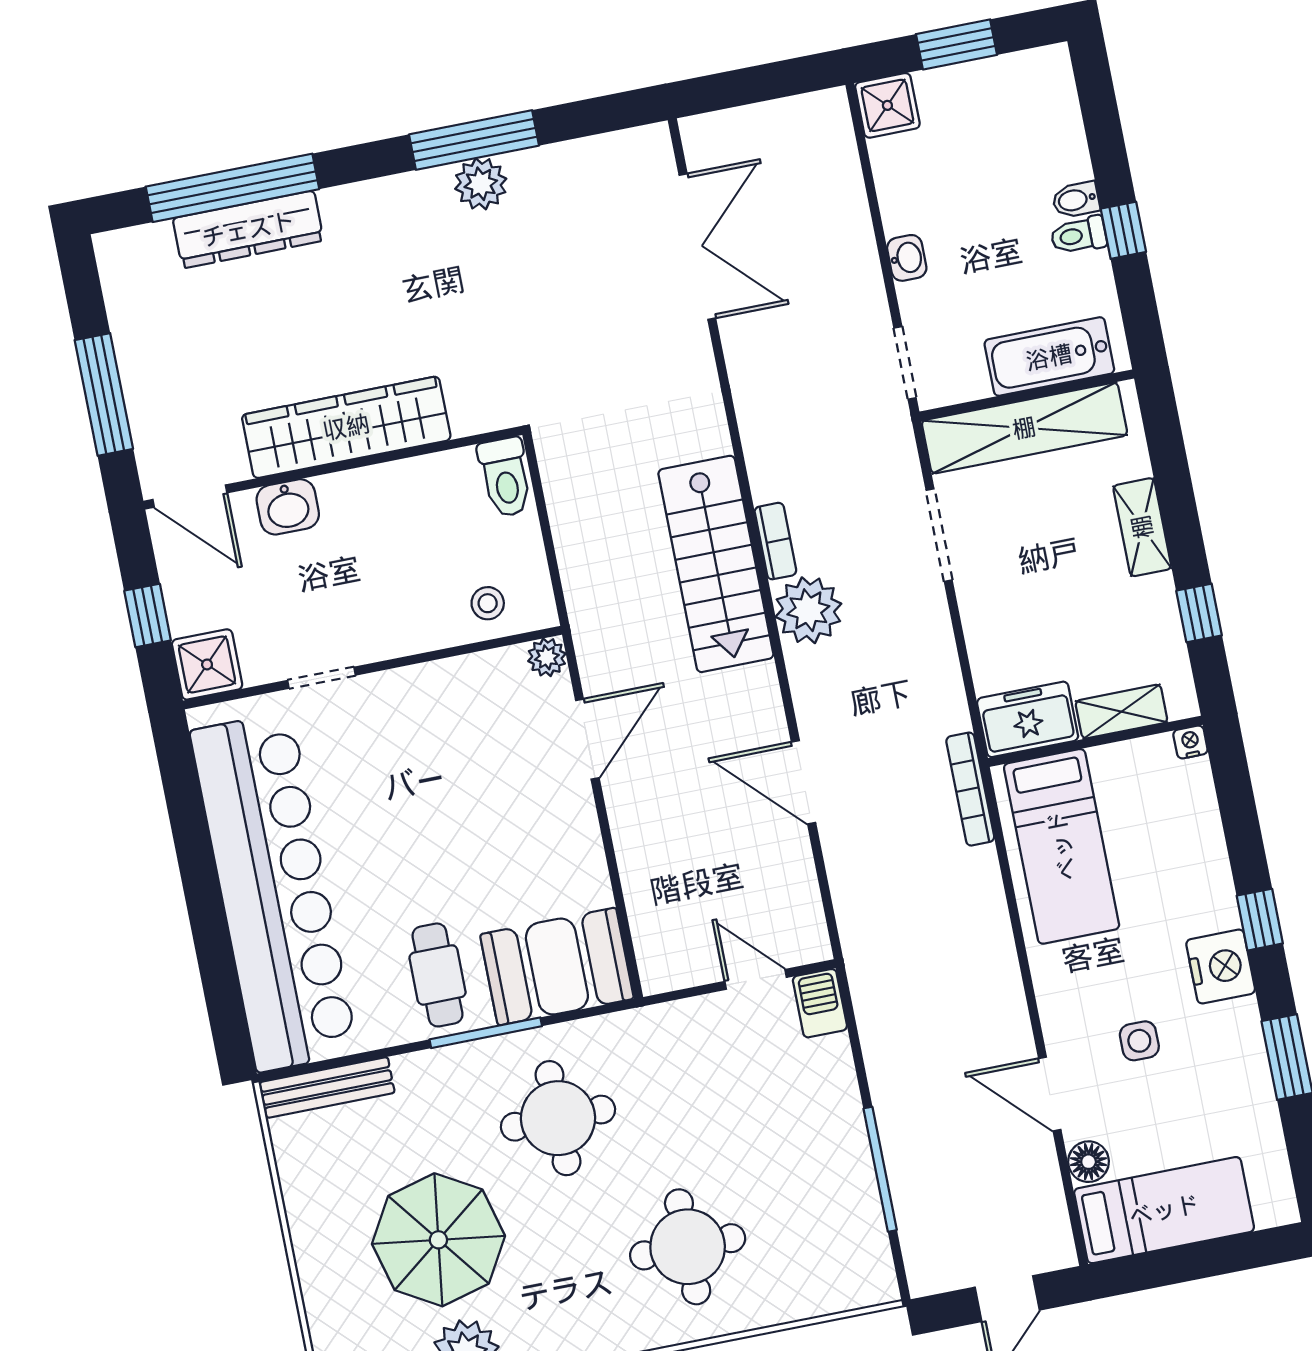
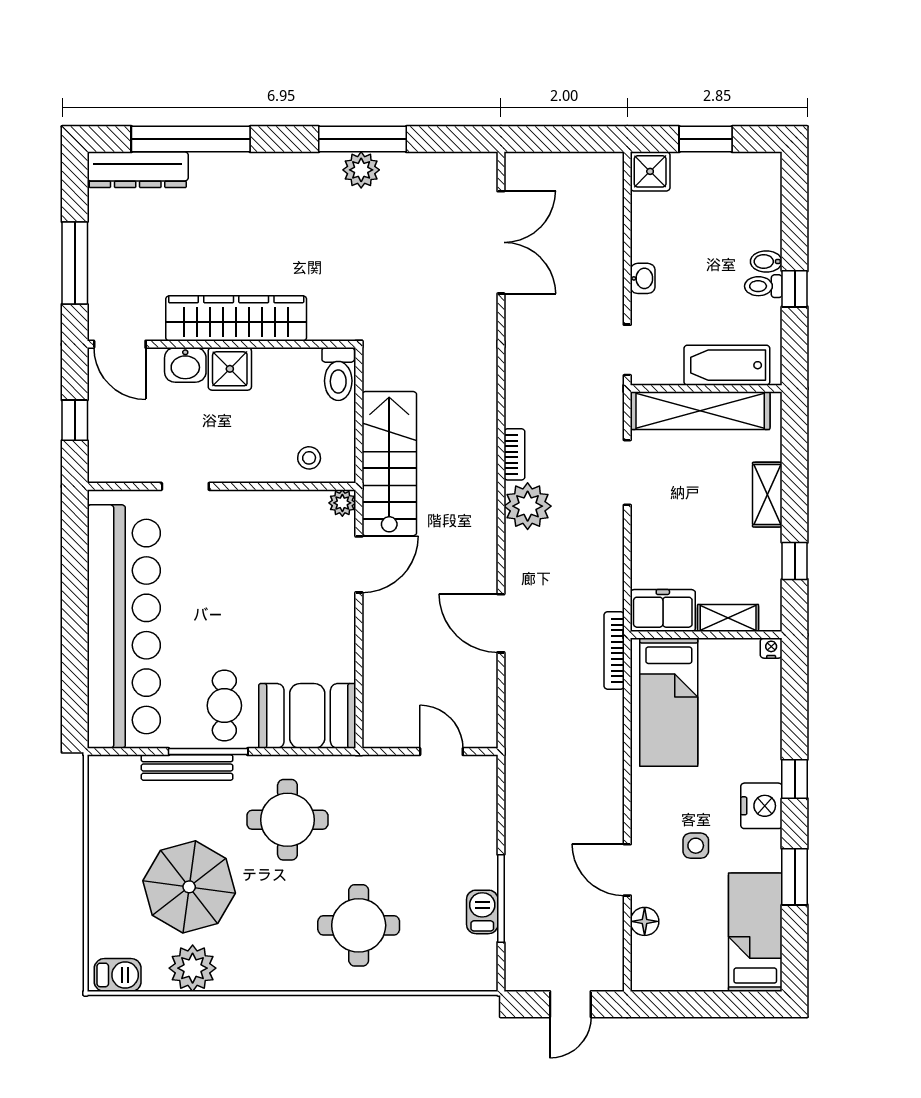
dresser: (248, 229) -> (138, 170), moved
stairs: (716, 564) -> (389, 464), moved, turned 180
shower: (207, 664) -> (230, 369), moved
barbecue: (820, 1003) -> (482, 912), moved
window: (486, 1033) -> (208, 752), moved
bench: (327, 1087) -> (187, 768), moved
bed: (1164, 1210) -> (755, 932), moved, turned -90

